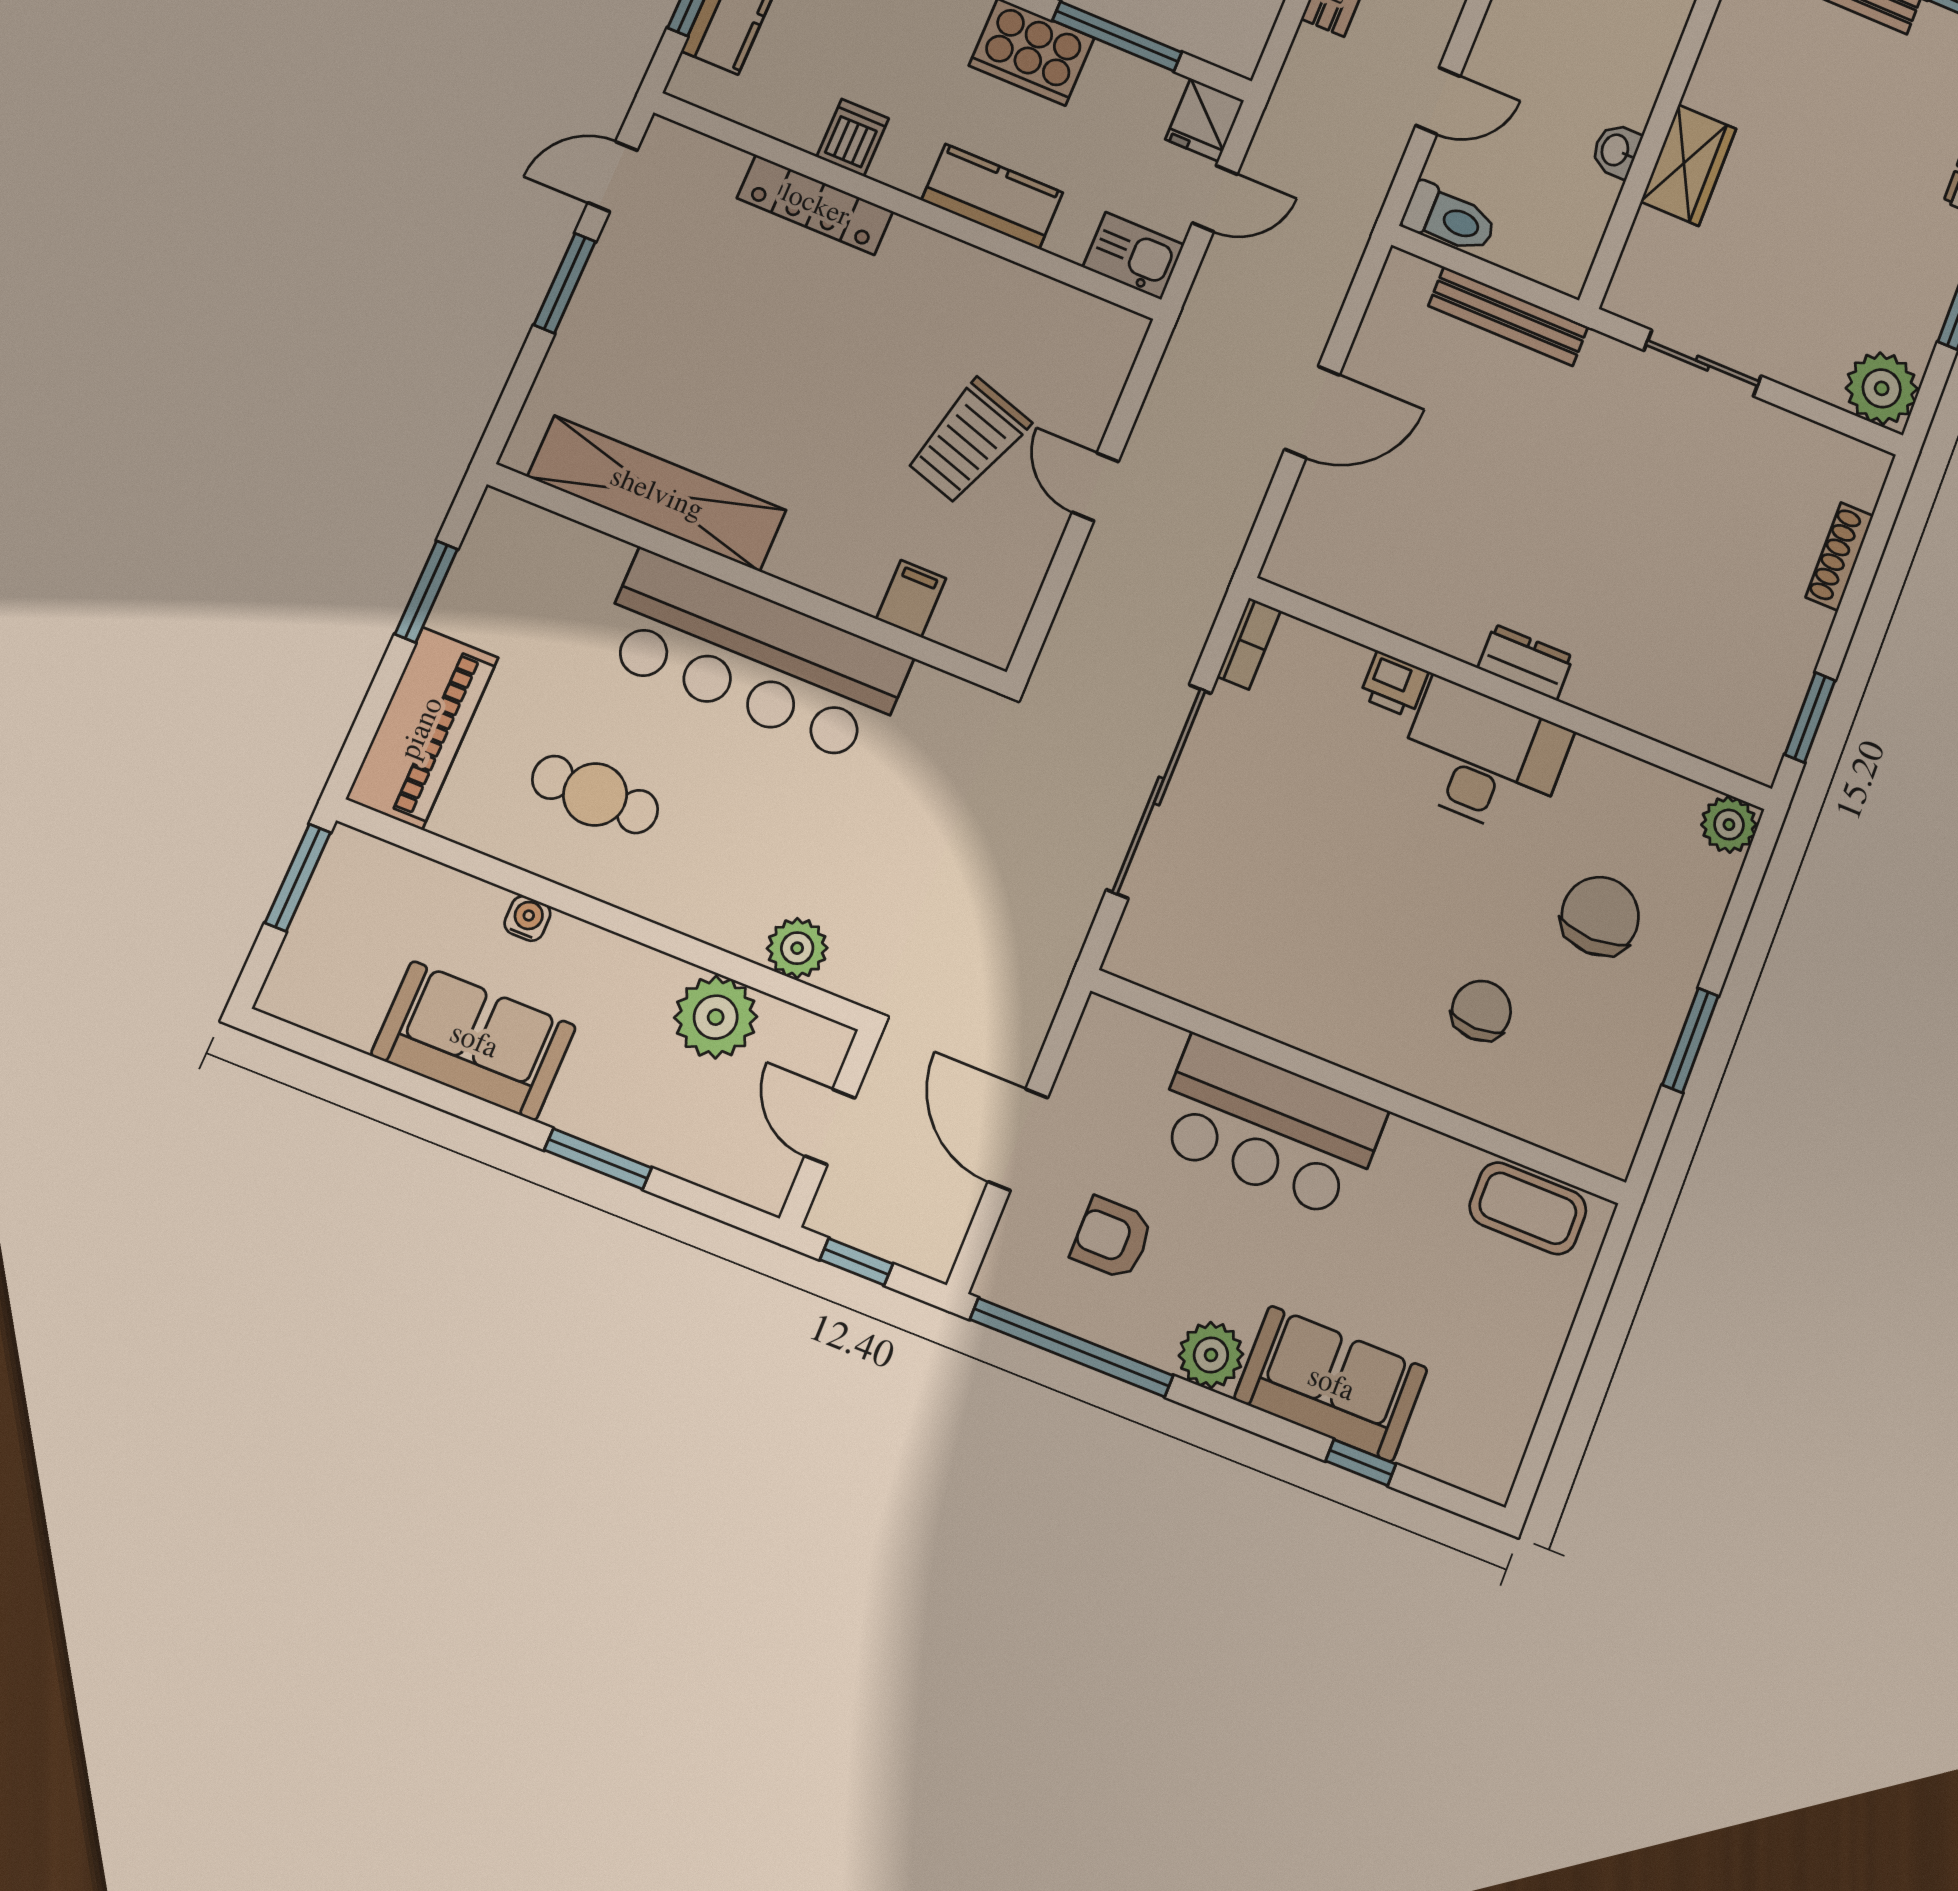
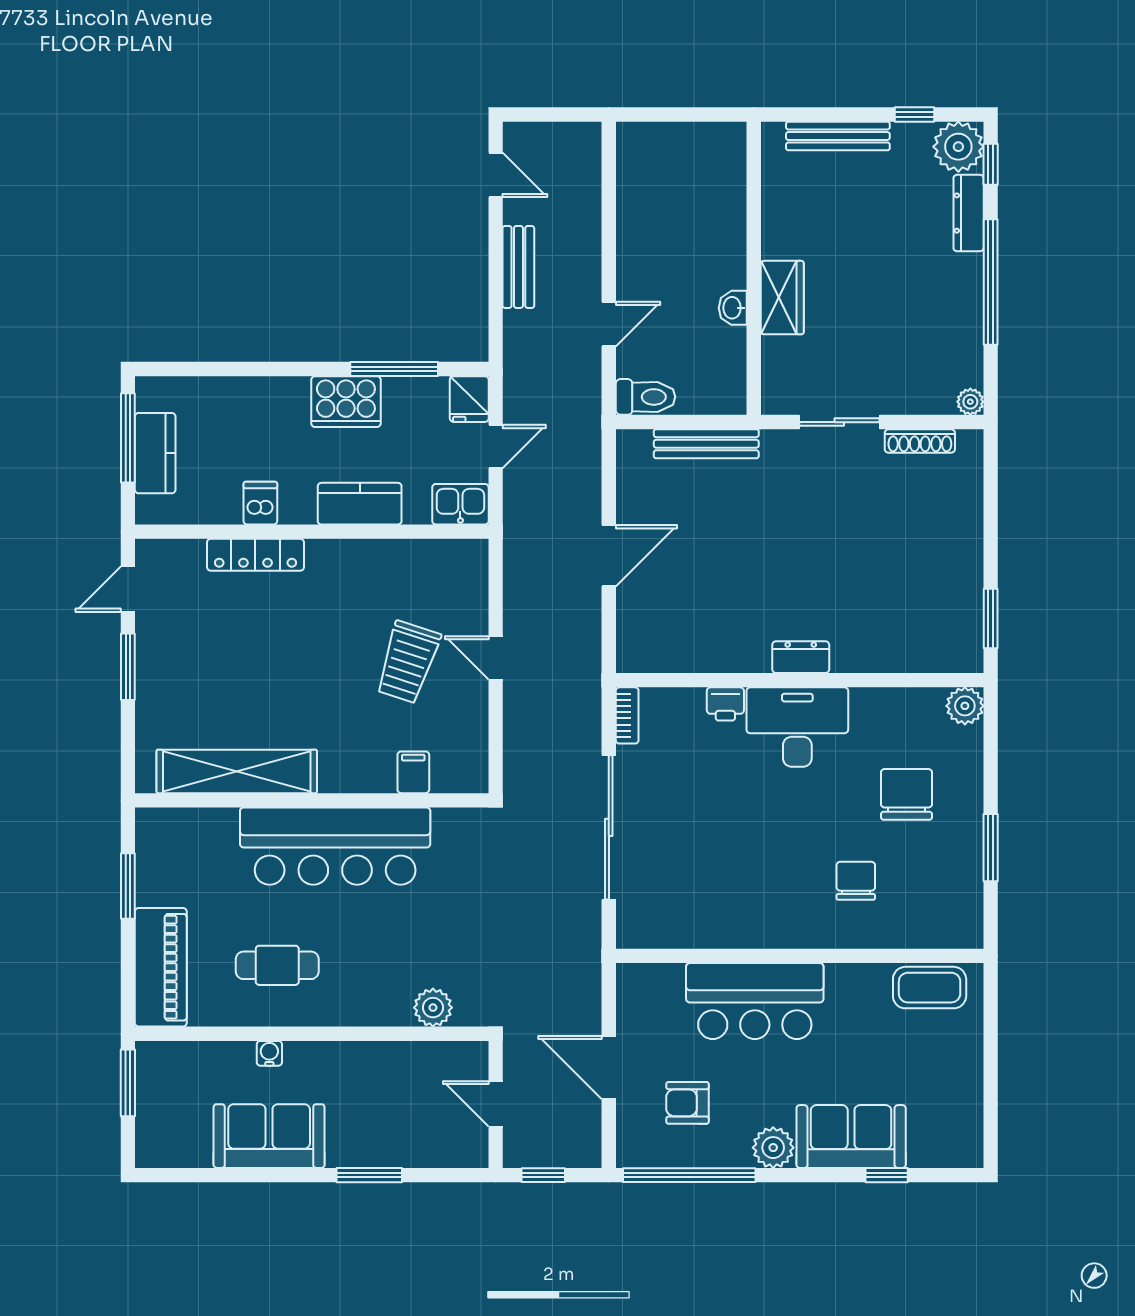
plant: (1882, 388) -> (970, 402), width x0.53, depth x0.53
shoe rack: (1839, 556) -> (920, 441), moved, turned -90
plant: (716, 1017) -> (402, 1067), removed

